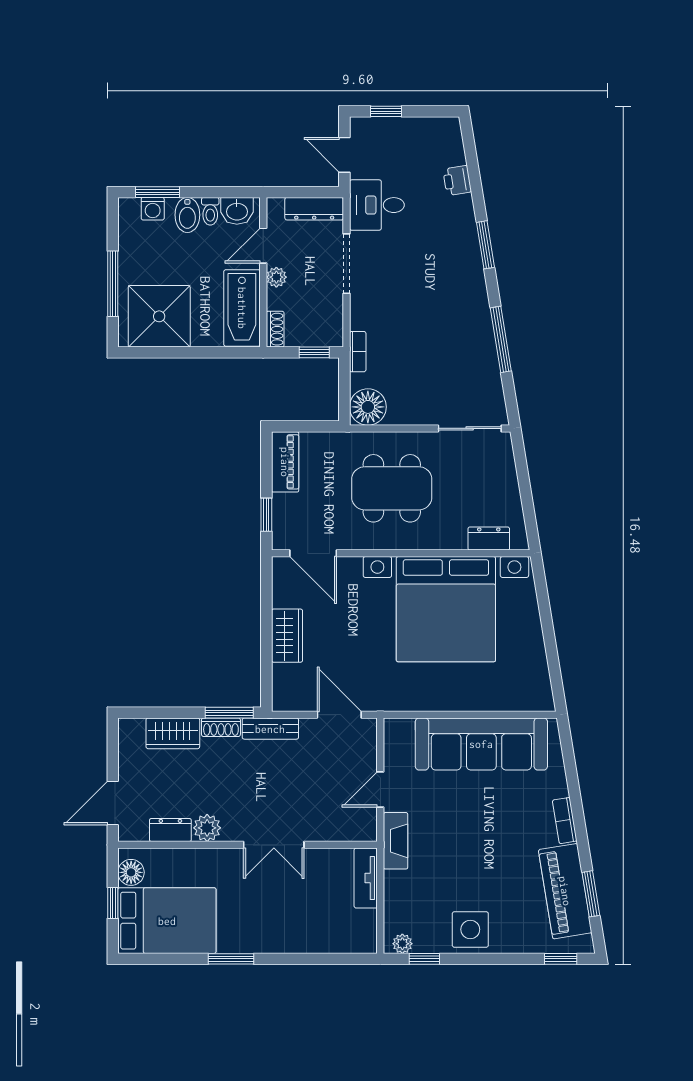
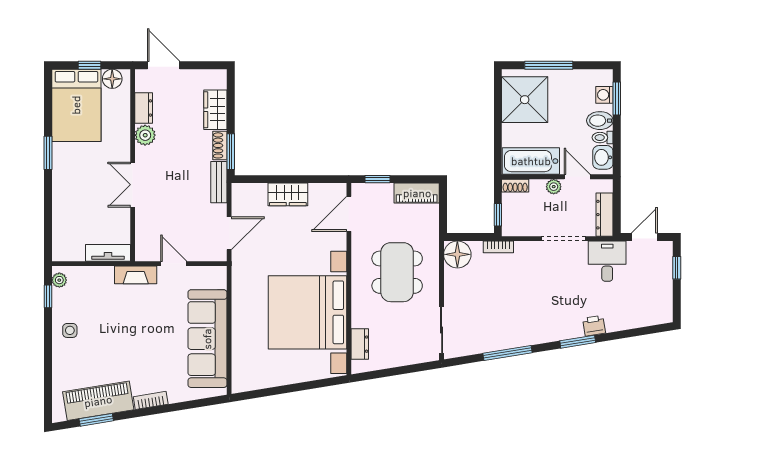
printer: (457, 180) -> (594, 326), moved
side table: (470, 929) -> (70, 330), width x0.54, depth x0.54
window: (561, 959) -> (48, 397), removed

